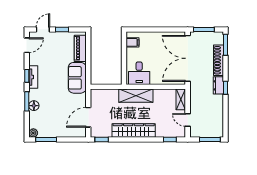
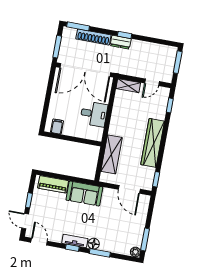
desk: (139, 73) -> (94, 114), moved
shelving: (136, 96) -> (111, 154), moved
floor lamp: (34, 106) -> (94, 244), moved

